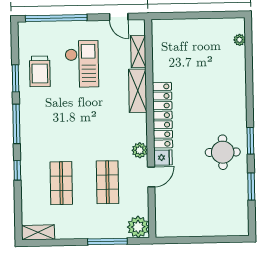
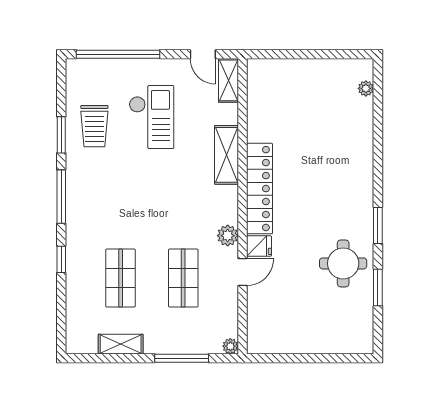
shelving: (138, 51) -> (228, 80), moved
round table: (223, 152) -> (343, 263), moved
plant: (138, 227) -> (230, 346), width x0.53, depth x0.53
shelving: (38, 232) -> (121, 344), moved

